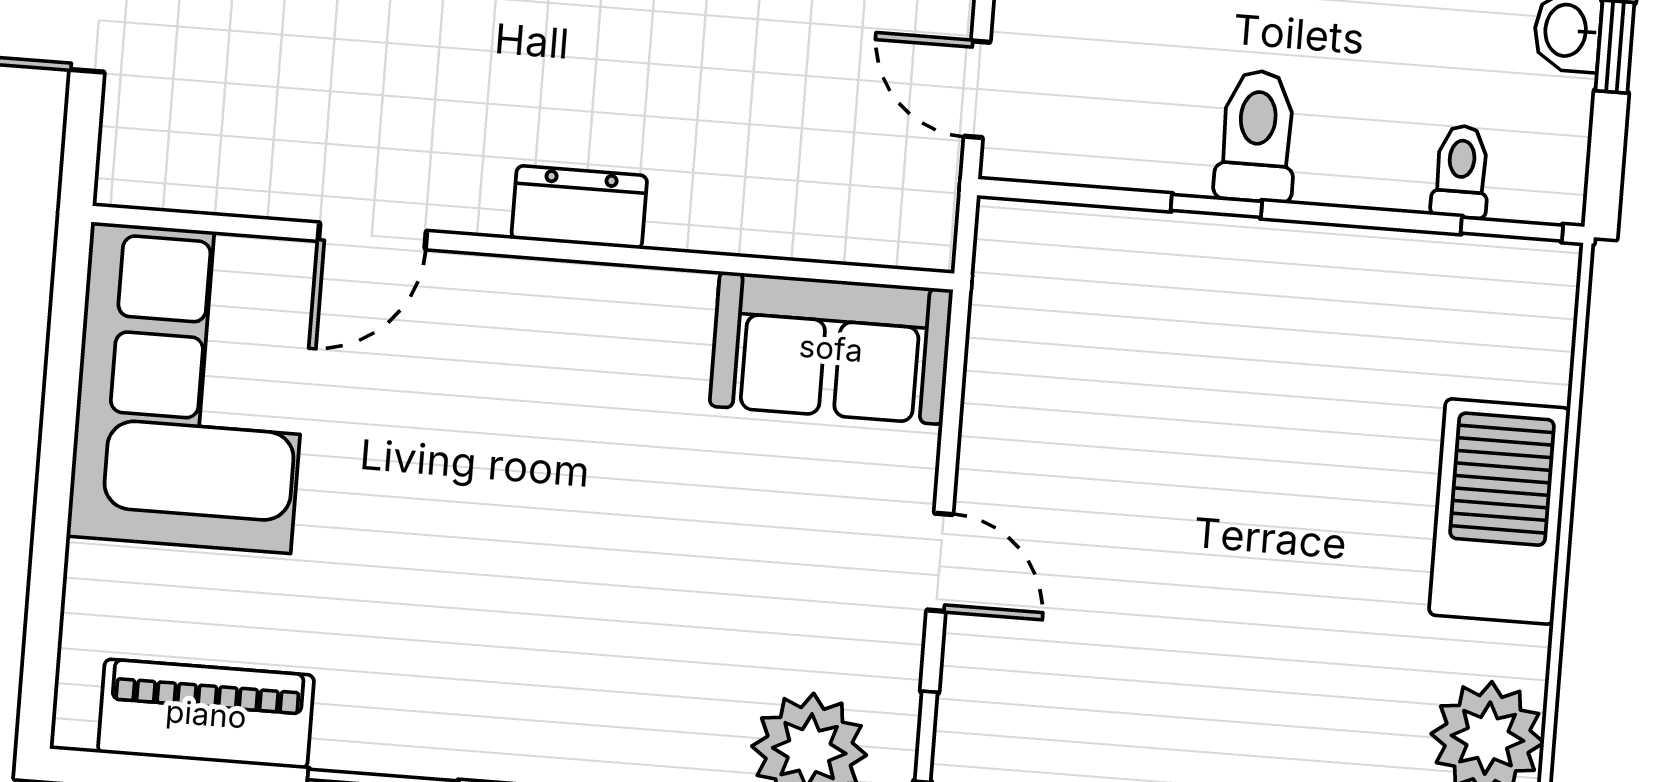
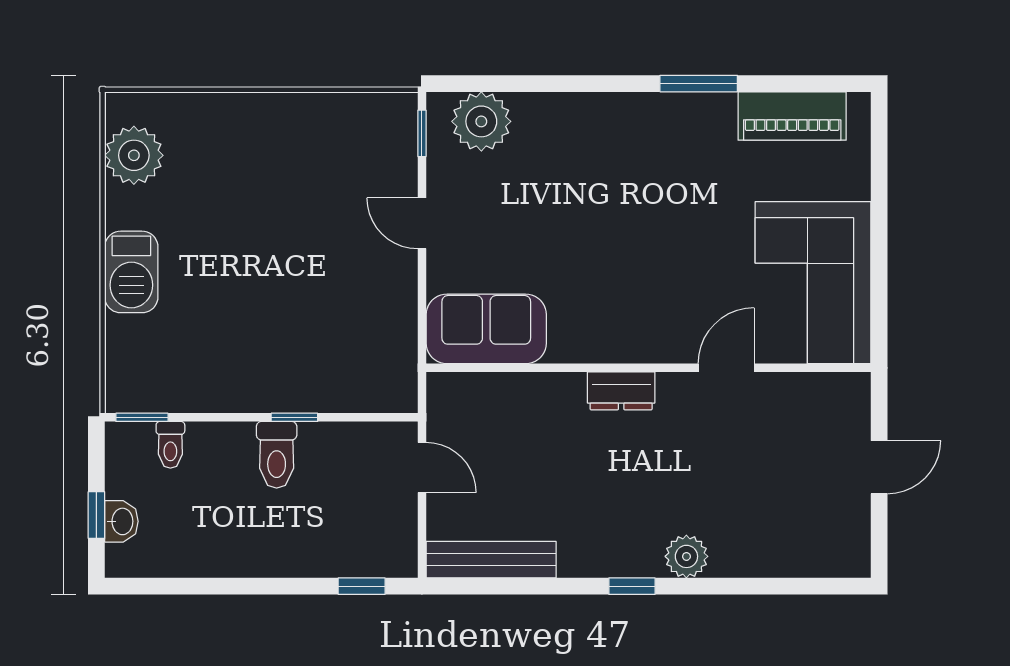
barbecue: (1500, 512) -> (131, 272), width x0.73, depth x0.83

